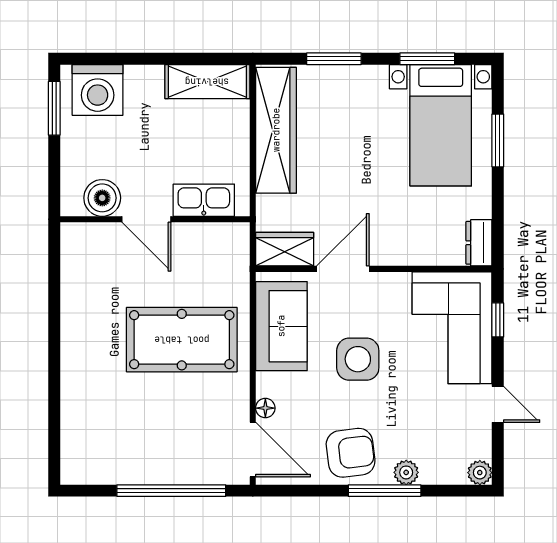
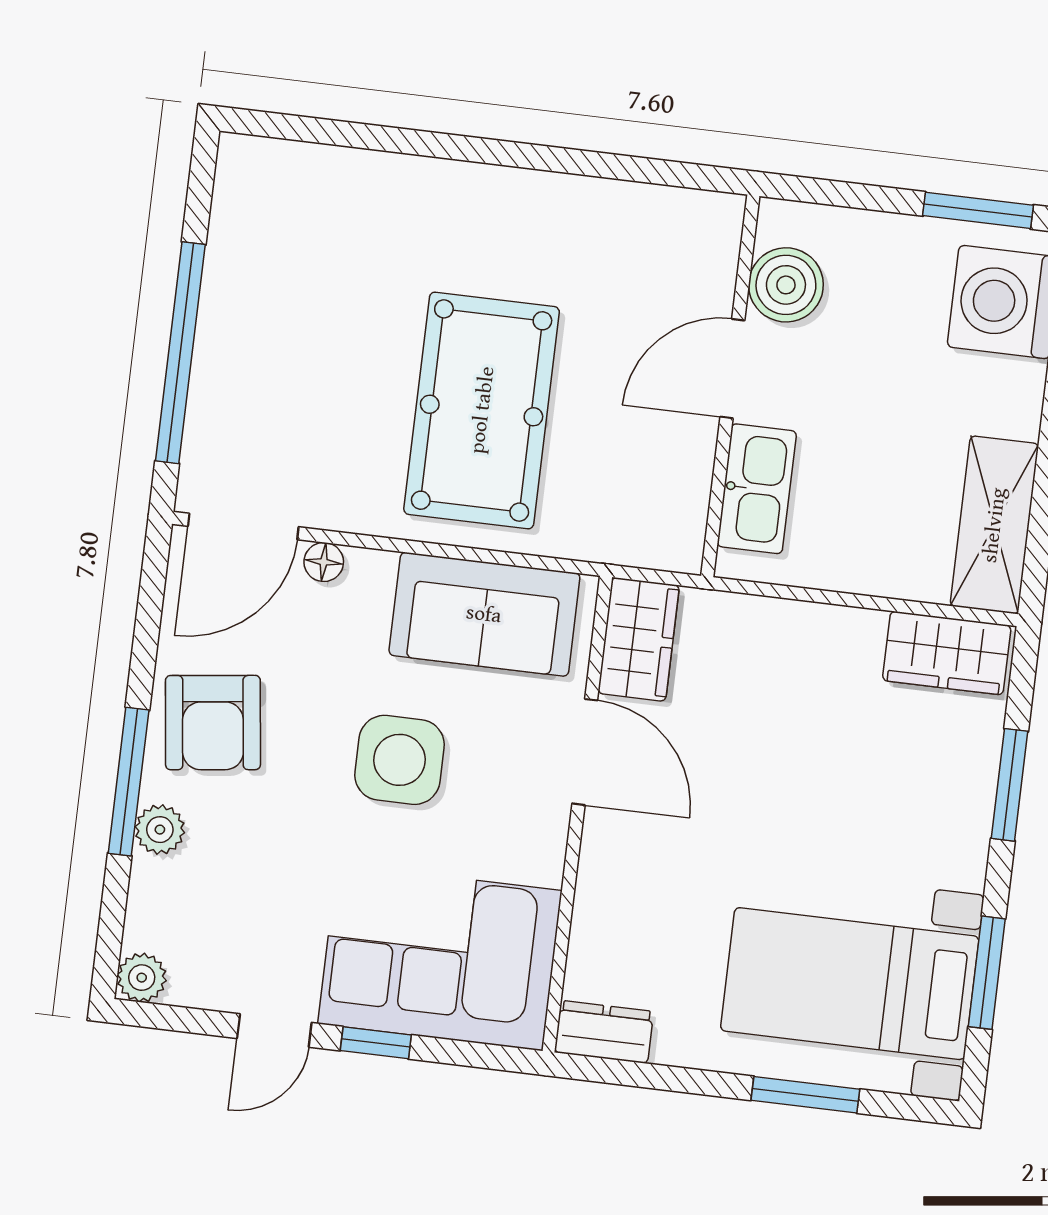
wardrobe: (276, 130) -> (947, 653), width x0.48, depth x0.85
window: (498, 320) -> (376, 1043), moved

